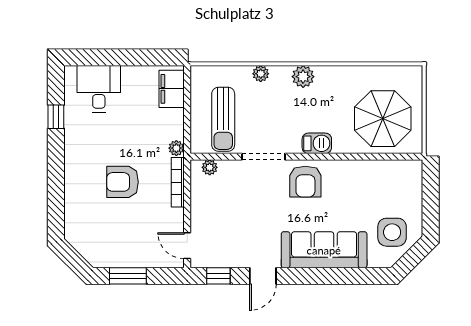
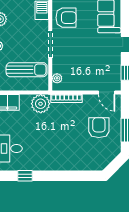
plant: (176, 148) -> (41, 104), width x1.88, depth x1.88
armchair: (122, 182) -> (99, 128), moved, turned 180
door: (187, 246) -> (107, 93), hinge flipped

